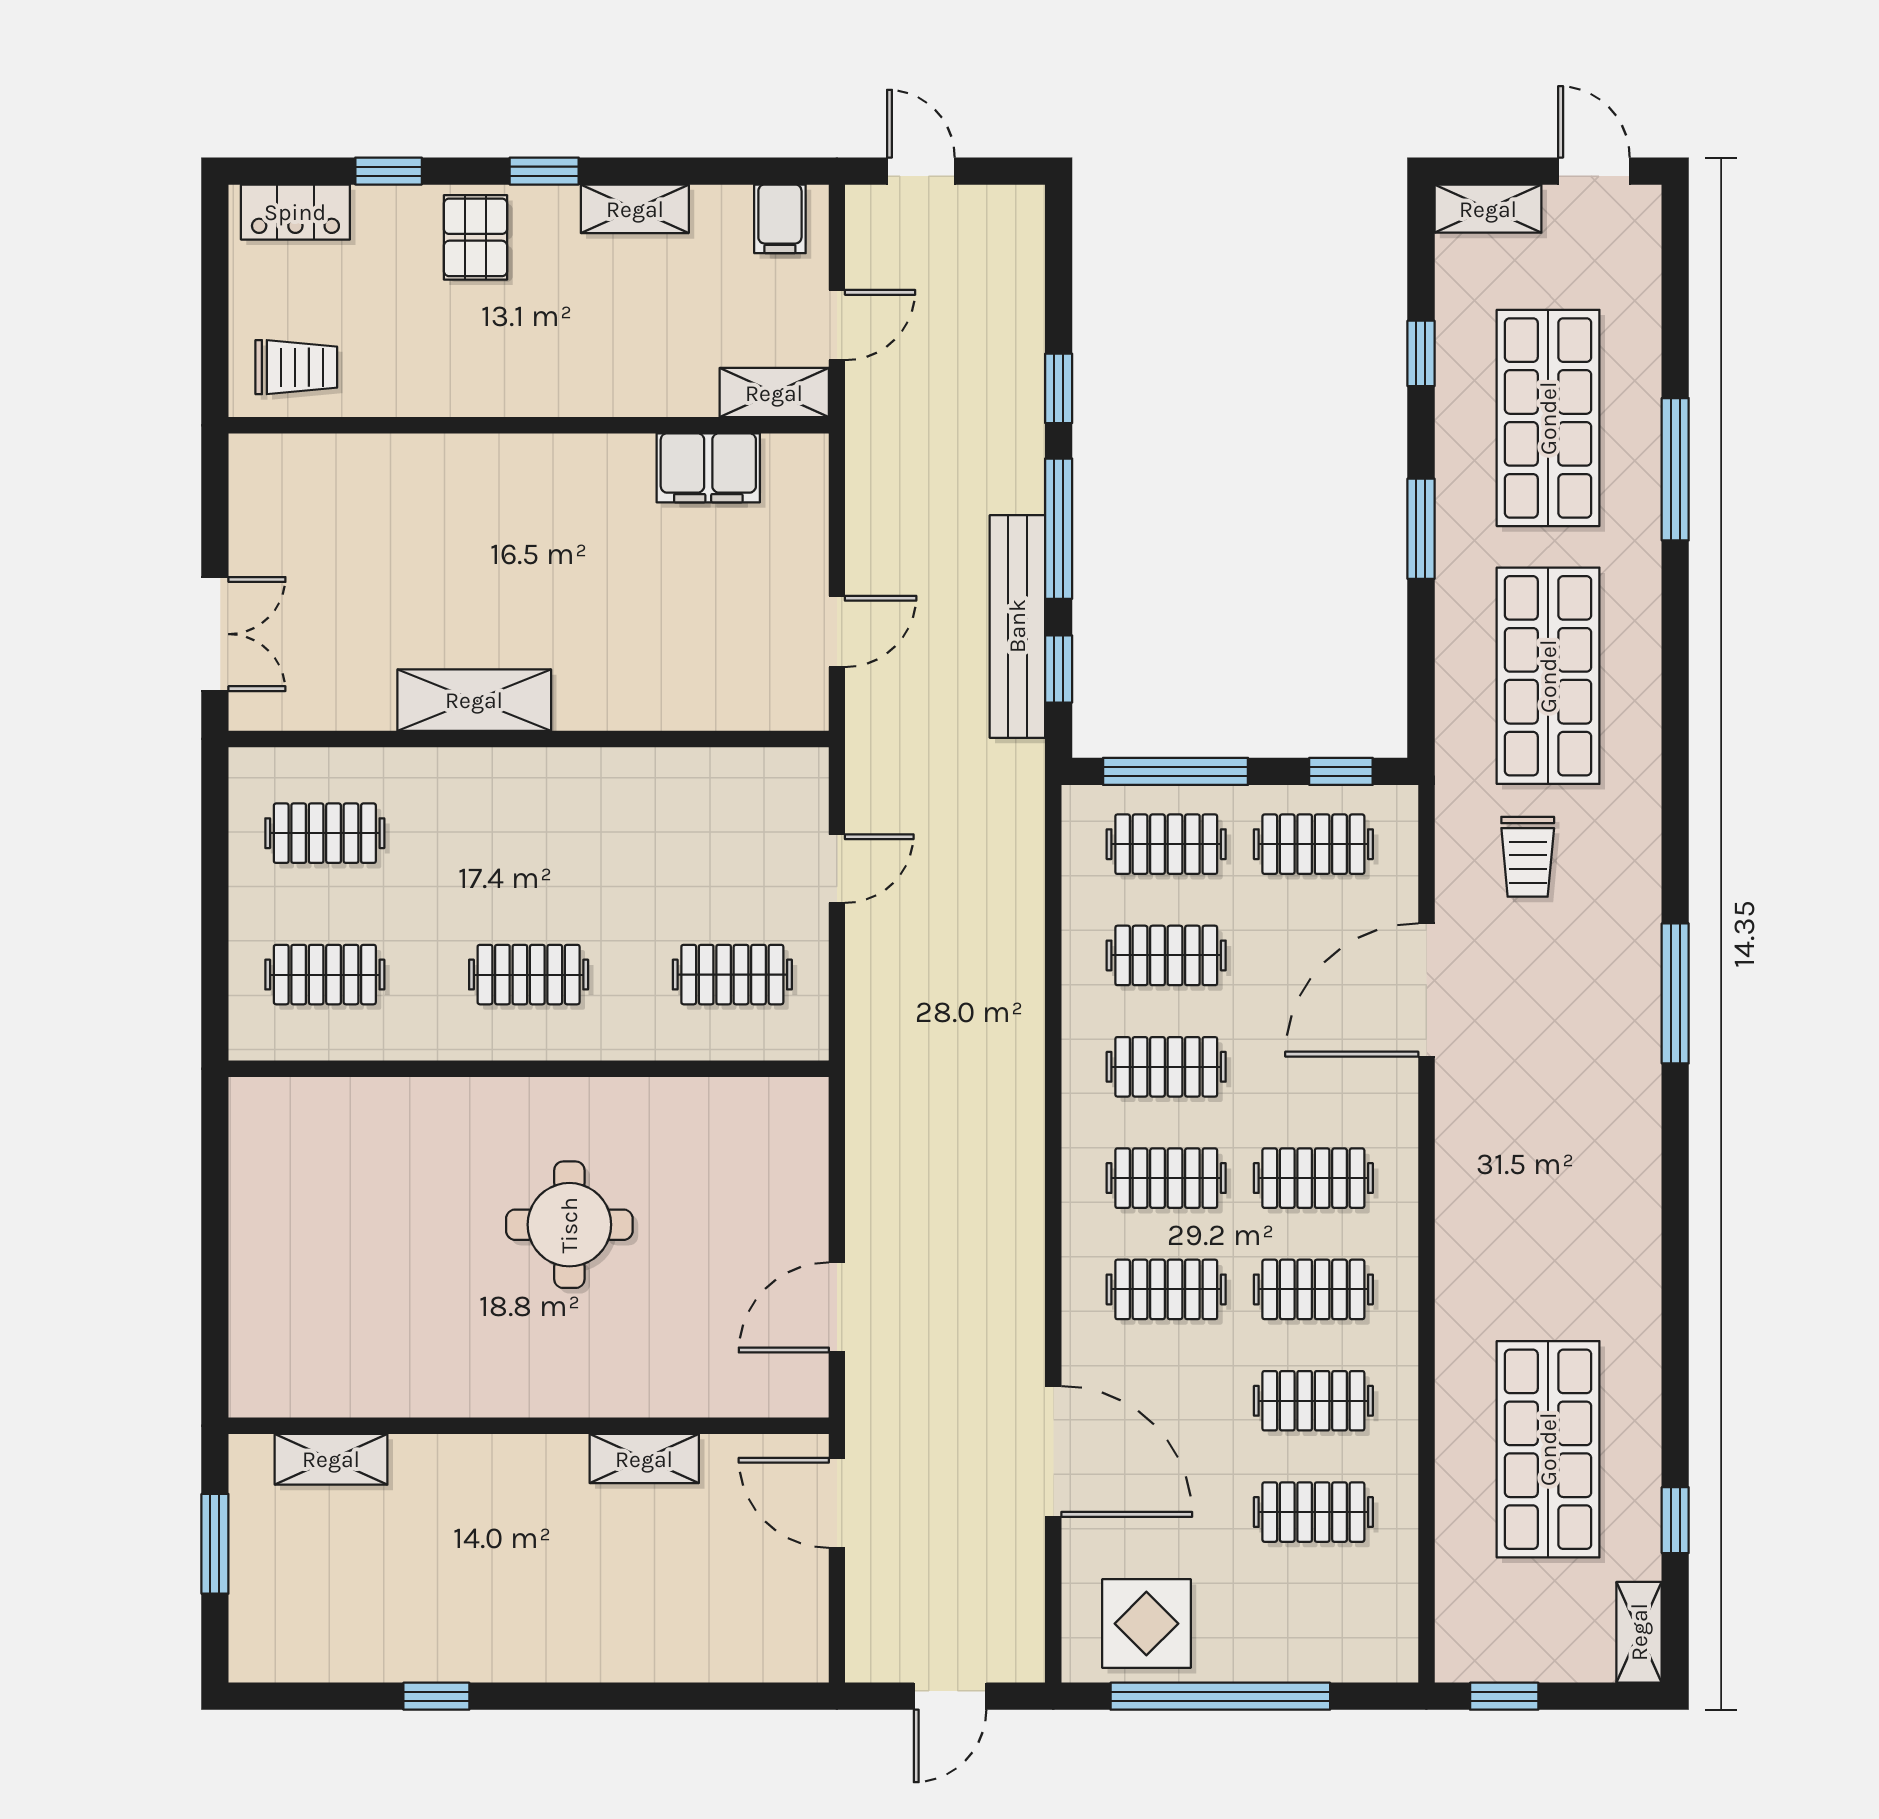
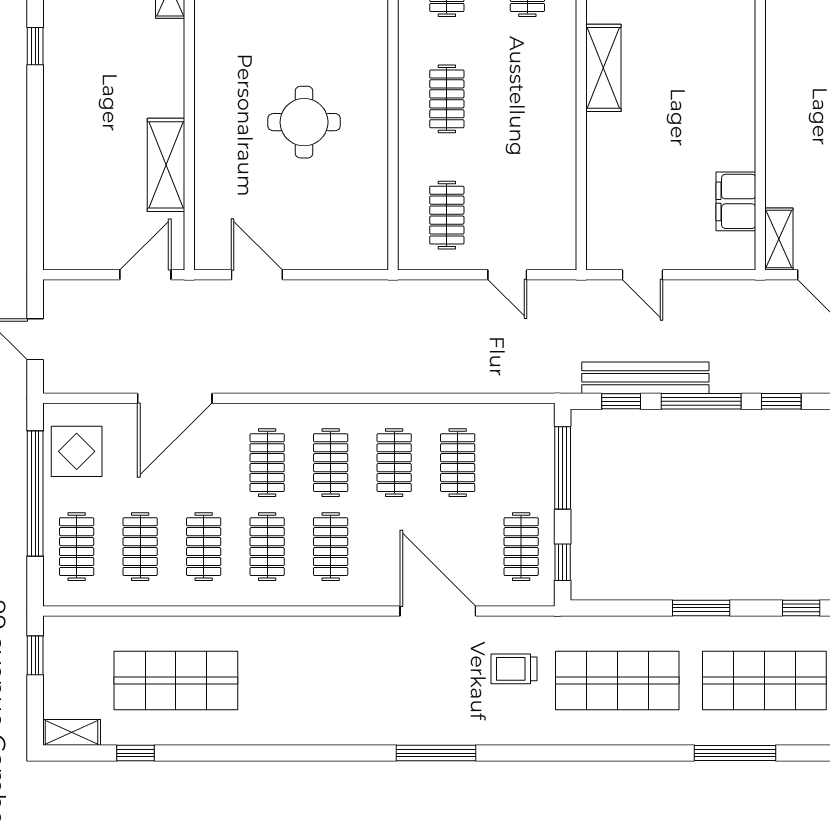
clothes rail: (1166, 844) -> (77, 547), moved
shelving: (644, 1459) -> (166, 165), width x1.50, depth x1.33

